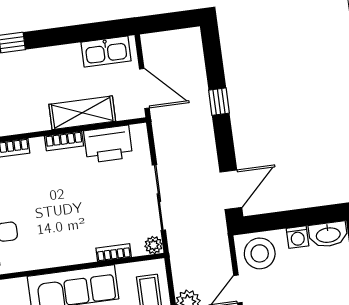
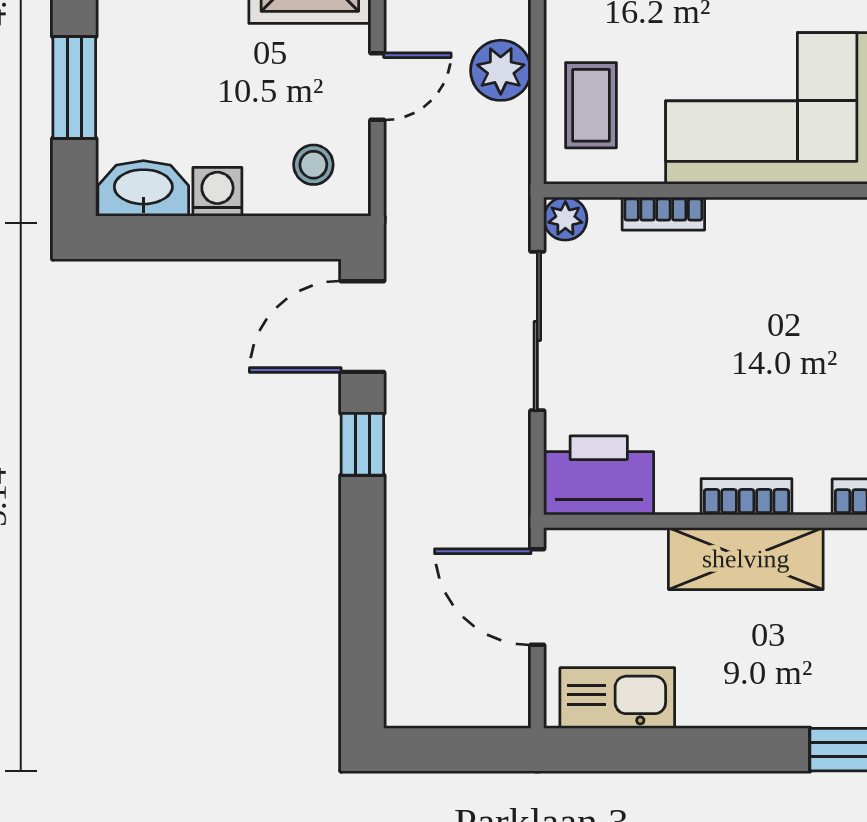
window: (219, 102) -> (362, 444), moved
shelving: (82, 113) -> (746, 559), moved
printer: (108, 144) -> (599, 475), moved
stool: (260, 253) -> (313, 165), width x0.53, depth x0.53

